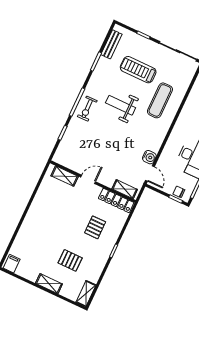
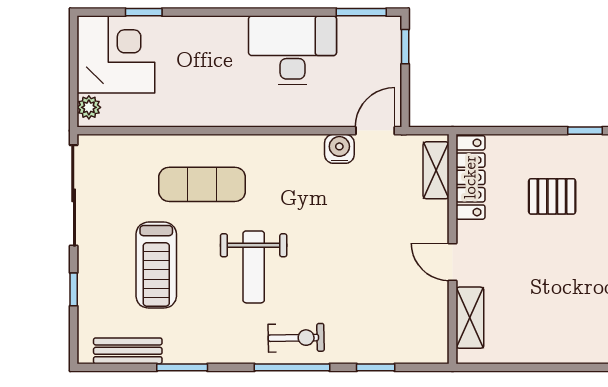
chair: (179, 192) -> (386, 47), removed

